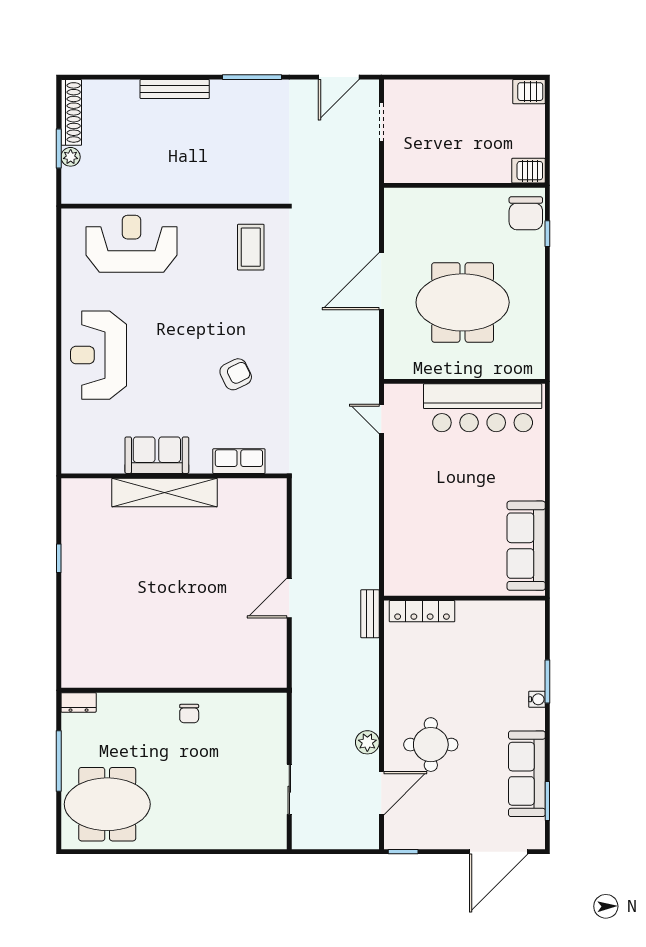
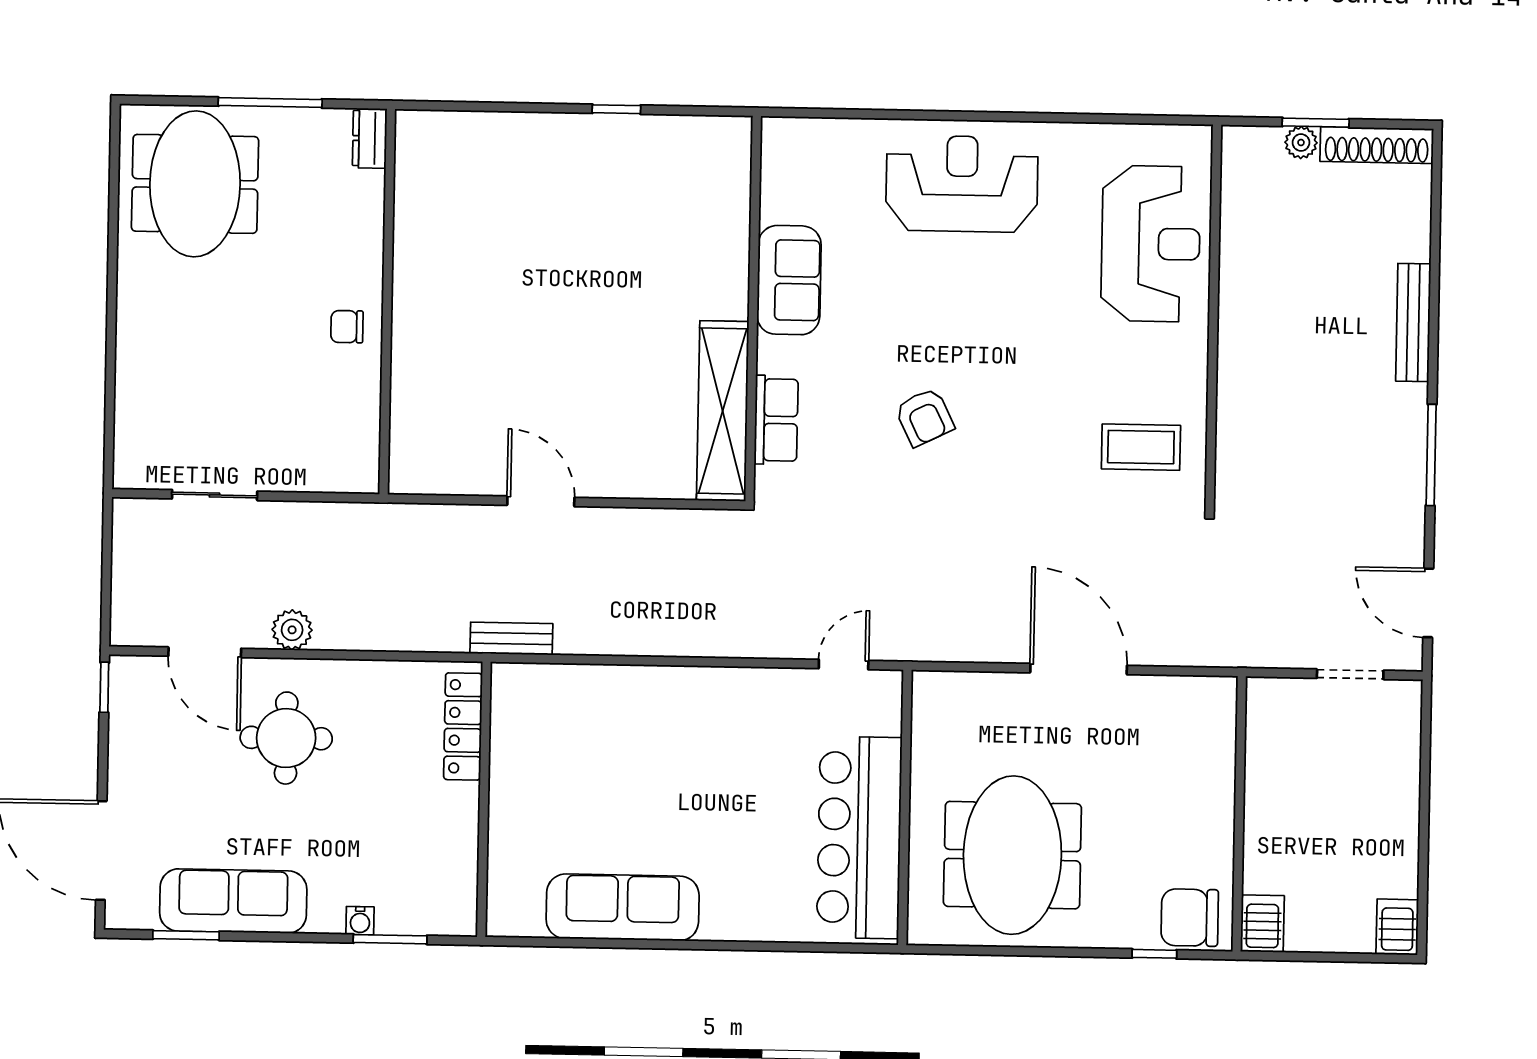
meeting table: (463, 302) -> (1012, 855), moved
shelving: (164, 493) -> (723, 411), moved
wall: (464, 598) -> (484, 799), moved
locker: (422, 611) -> (463, 726), moved

